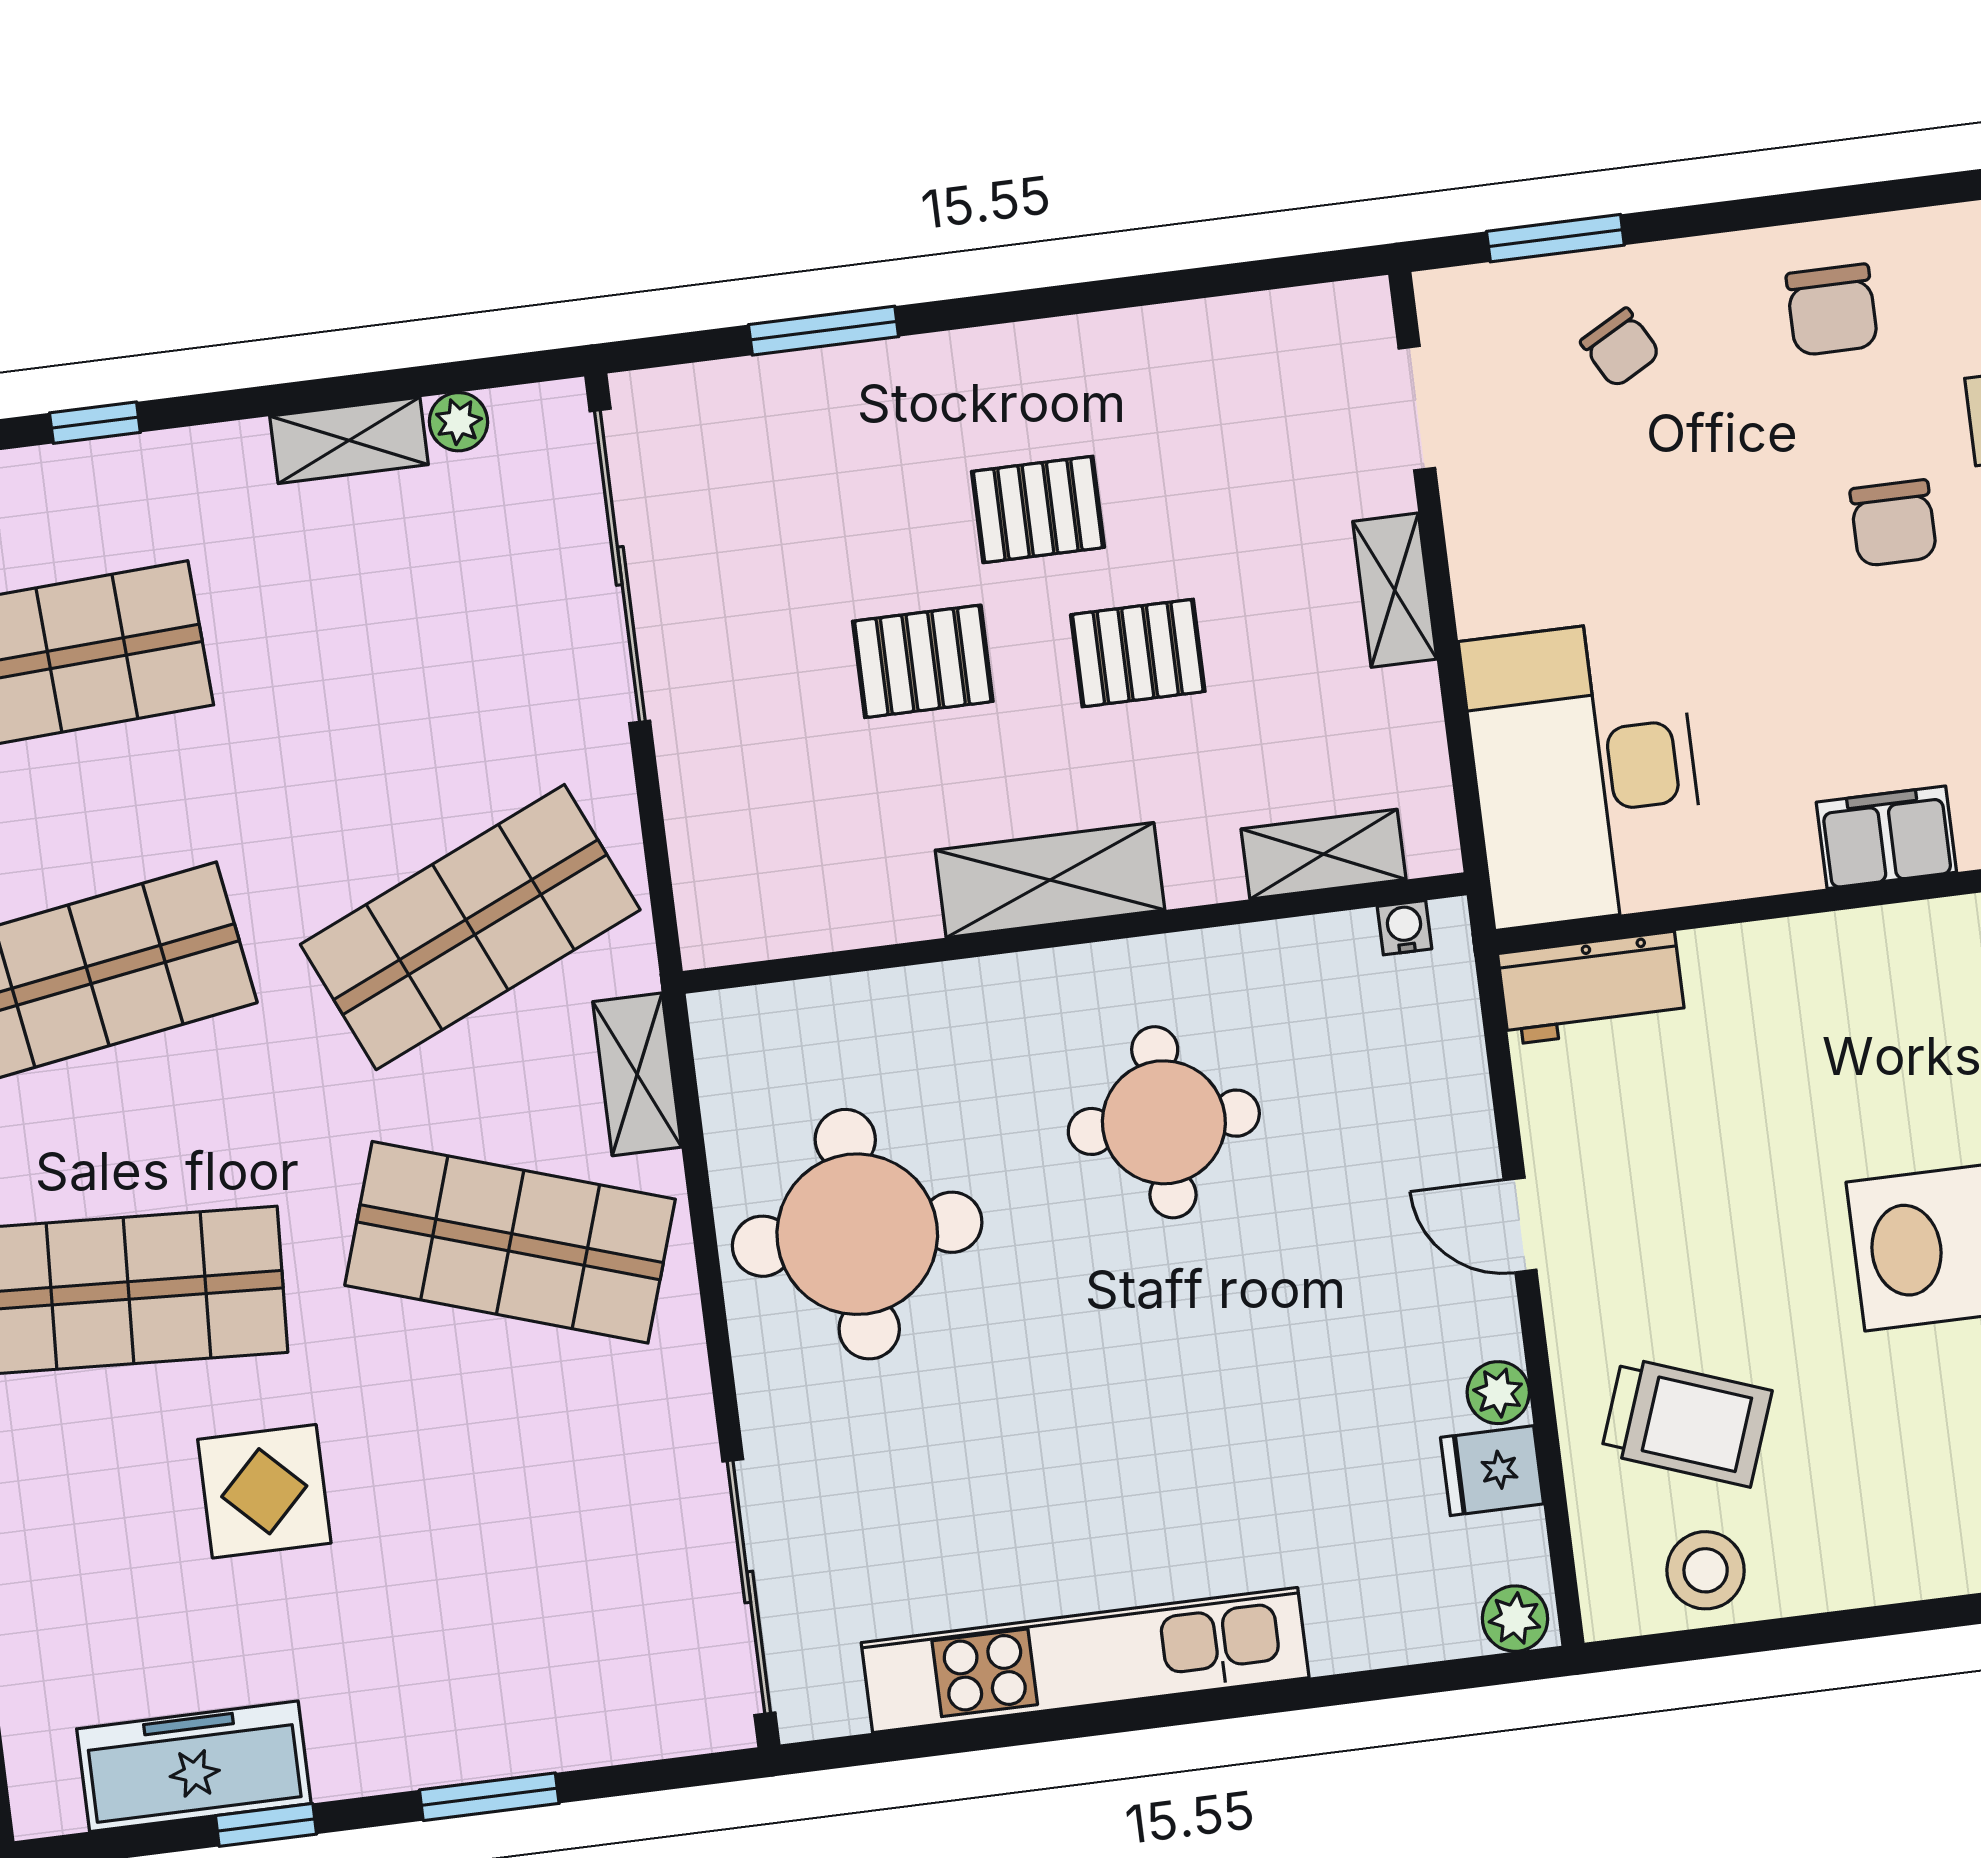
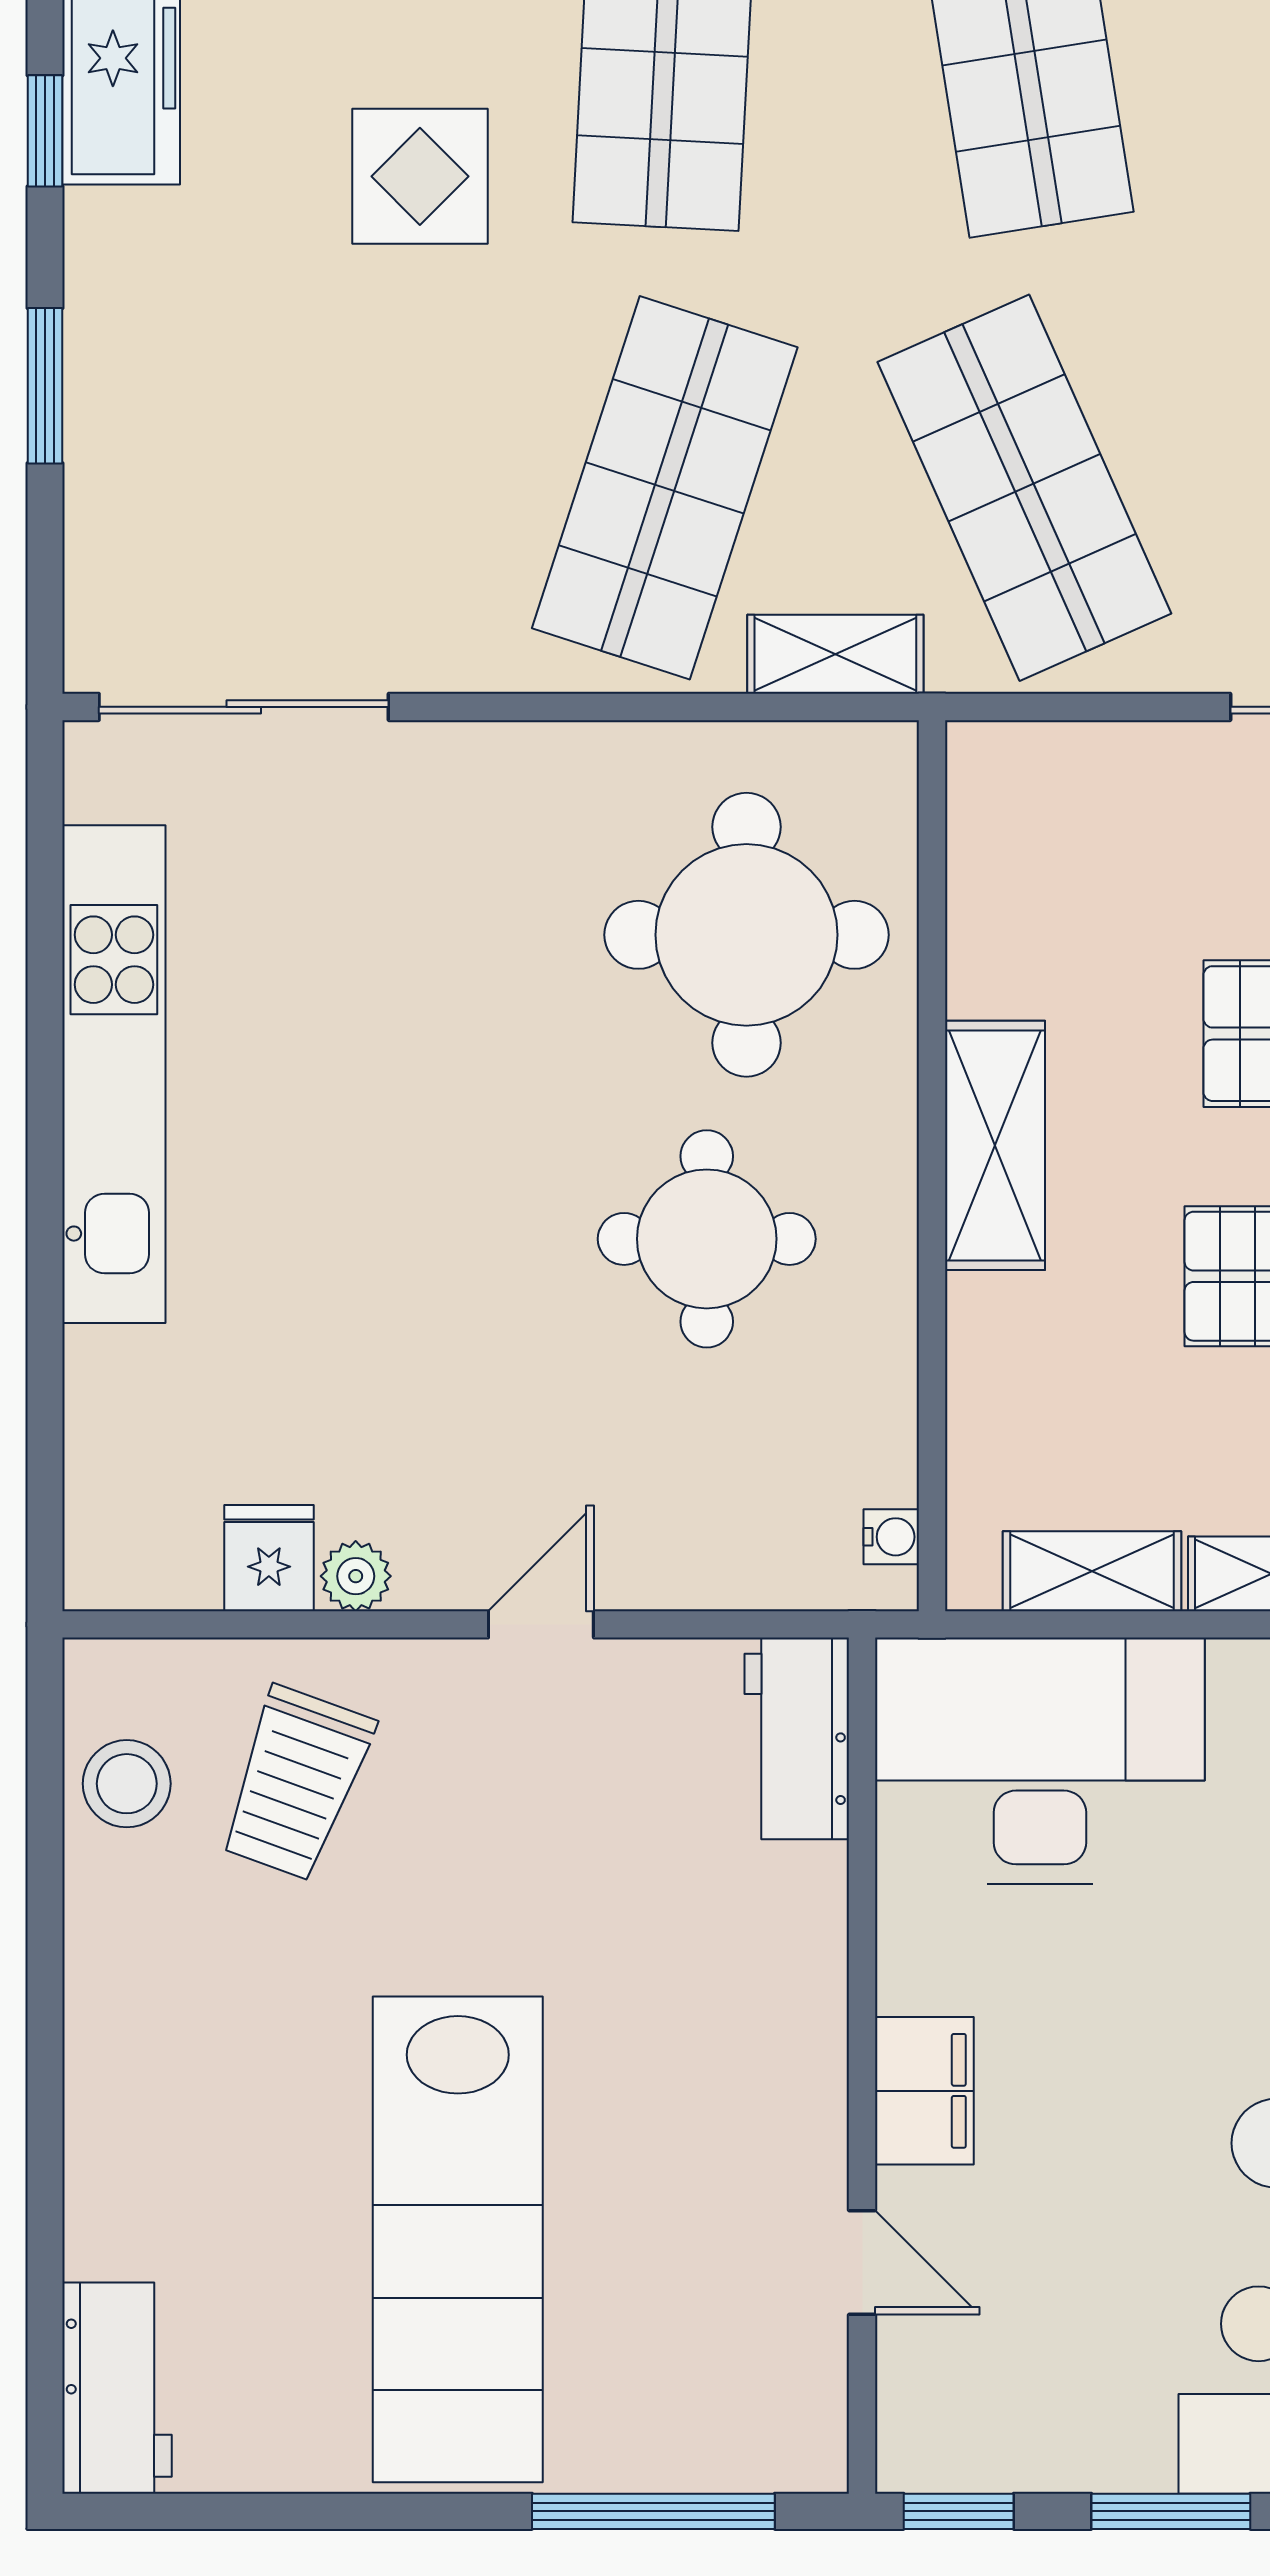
shelving: (1324, 854) -> (1092, 1571), moved, turned 90
round table: (857, 1234) -> (746, 935), moved
plant: (1515, 1619) -> (100, 1563), removed

